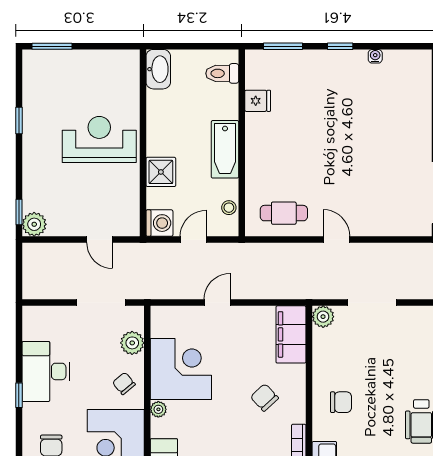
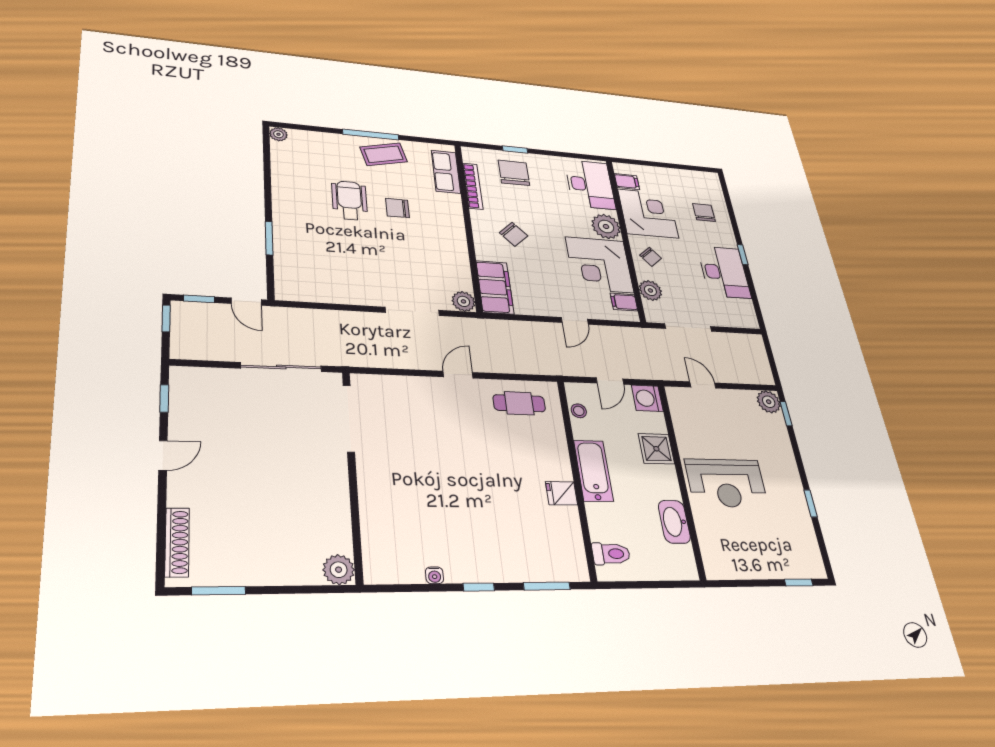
window: (52, 46) -> (799, 583), width x0.67
washbasin: (158, 69) -> (674, 522), moved
fridge: (258, 101) -> (562, 493), moved
door: (336, 240) -> (458, 375), swing flipped
filing cabinet: (163, 327) -> (624, 302), added
chair: (341, 402) -> (397, 208), moved
plant: (158, 409) -> (606, 226), width x1.87, depth x1.87

